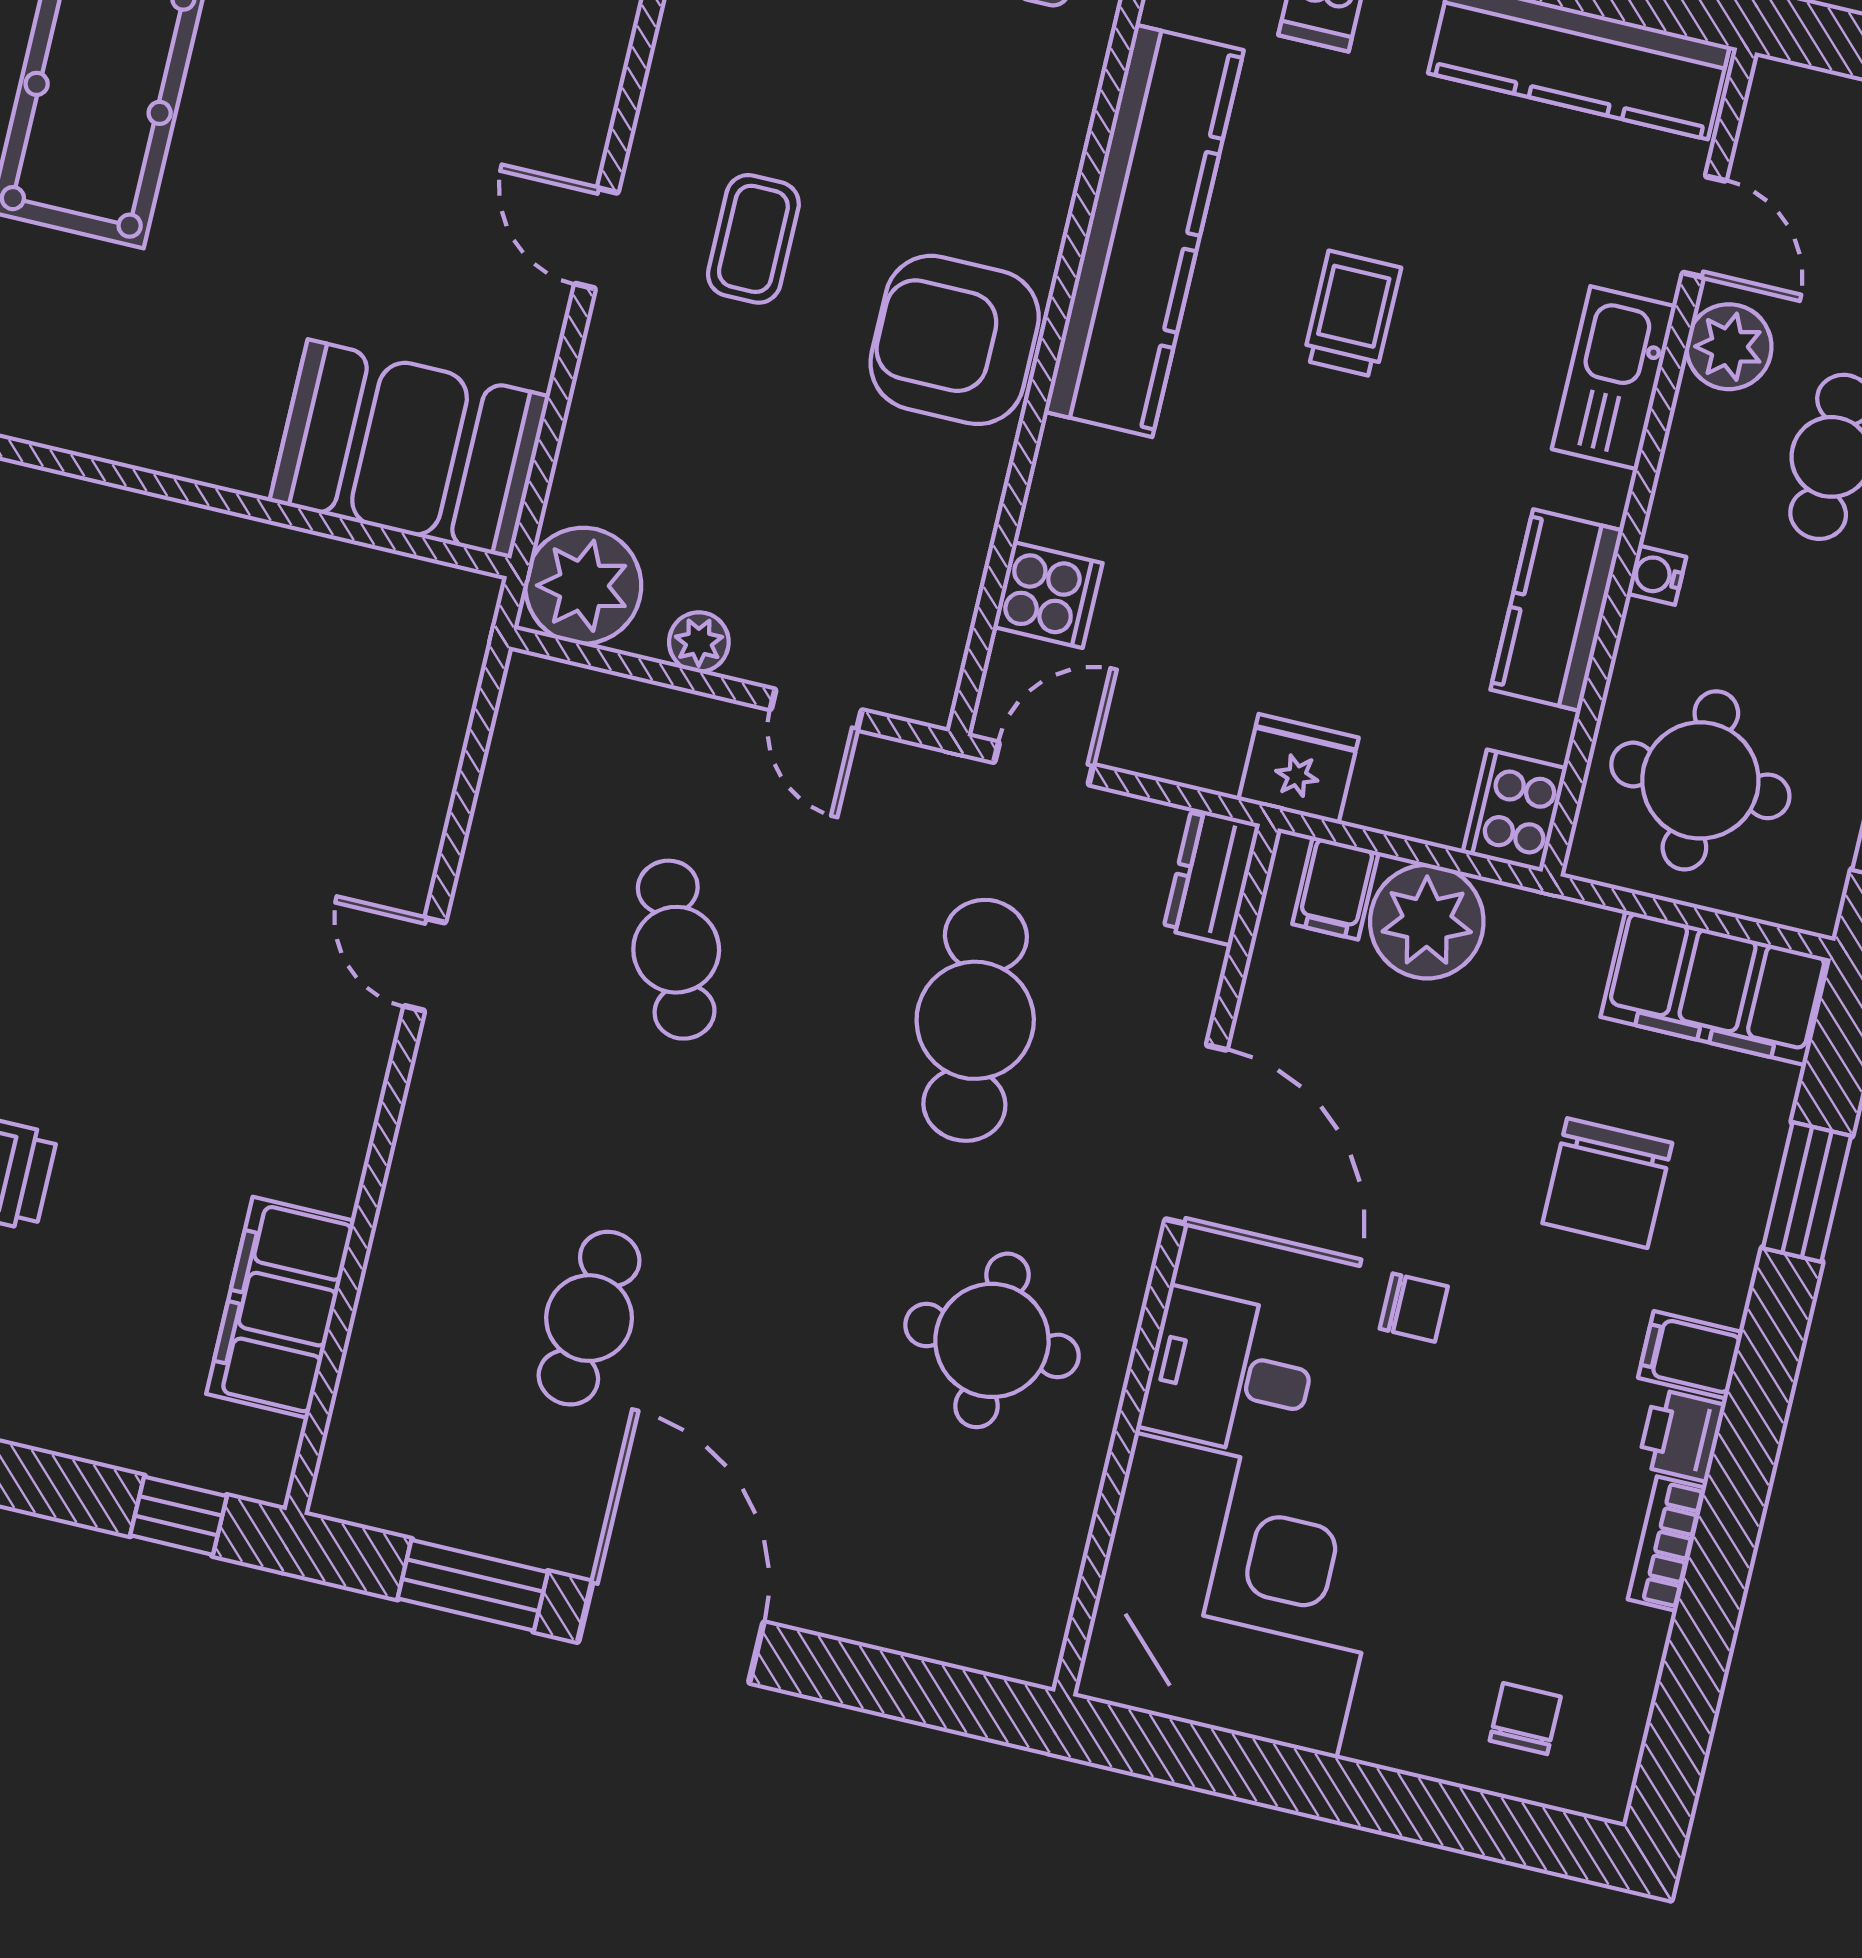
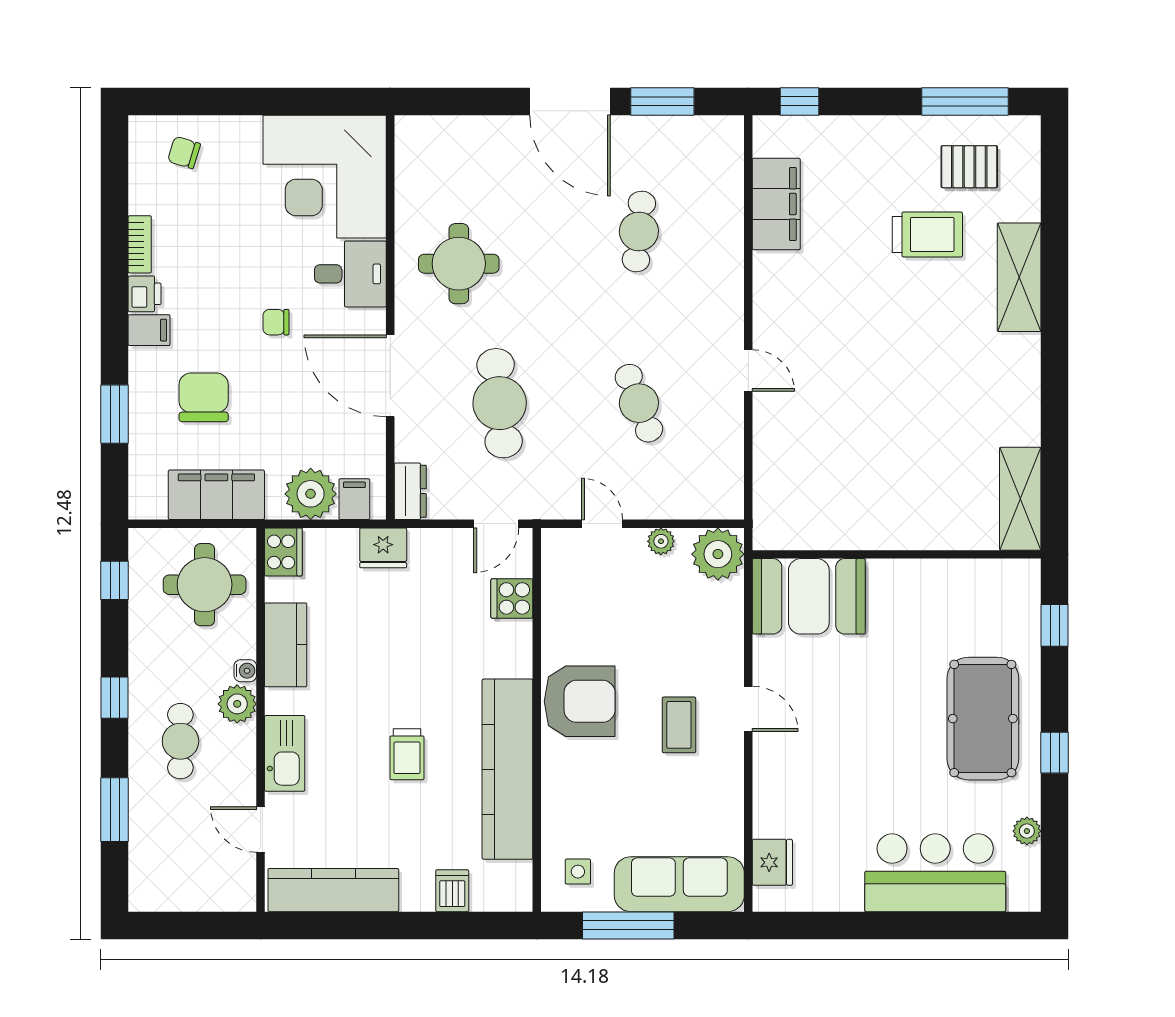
plant: (1729, 347) -> (237, 704), moved
filing cabinet: (1716, 988) -> (216, 495), moved
chair: (1525, 1719) -> (184, 152), turned 107

